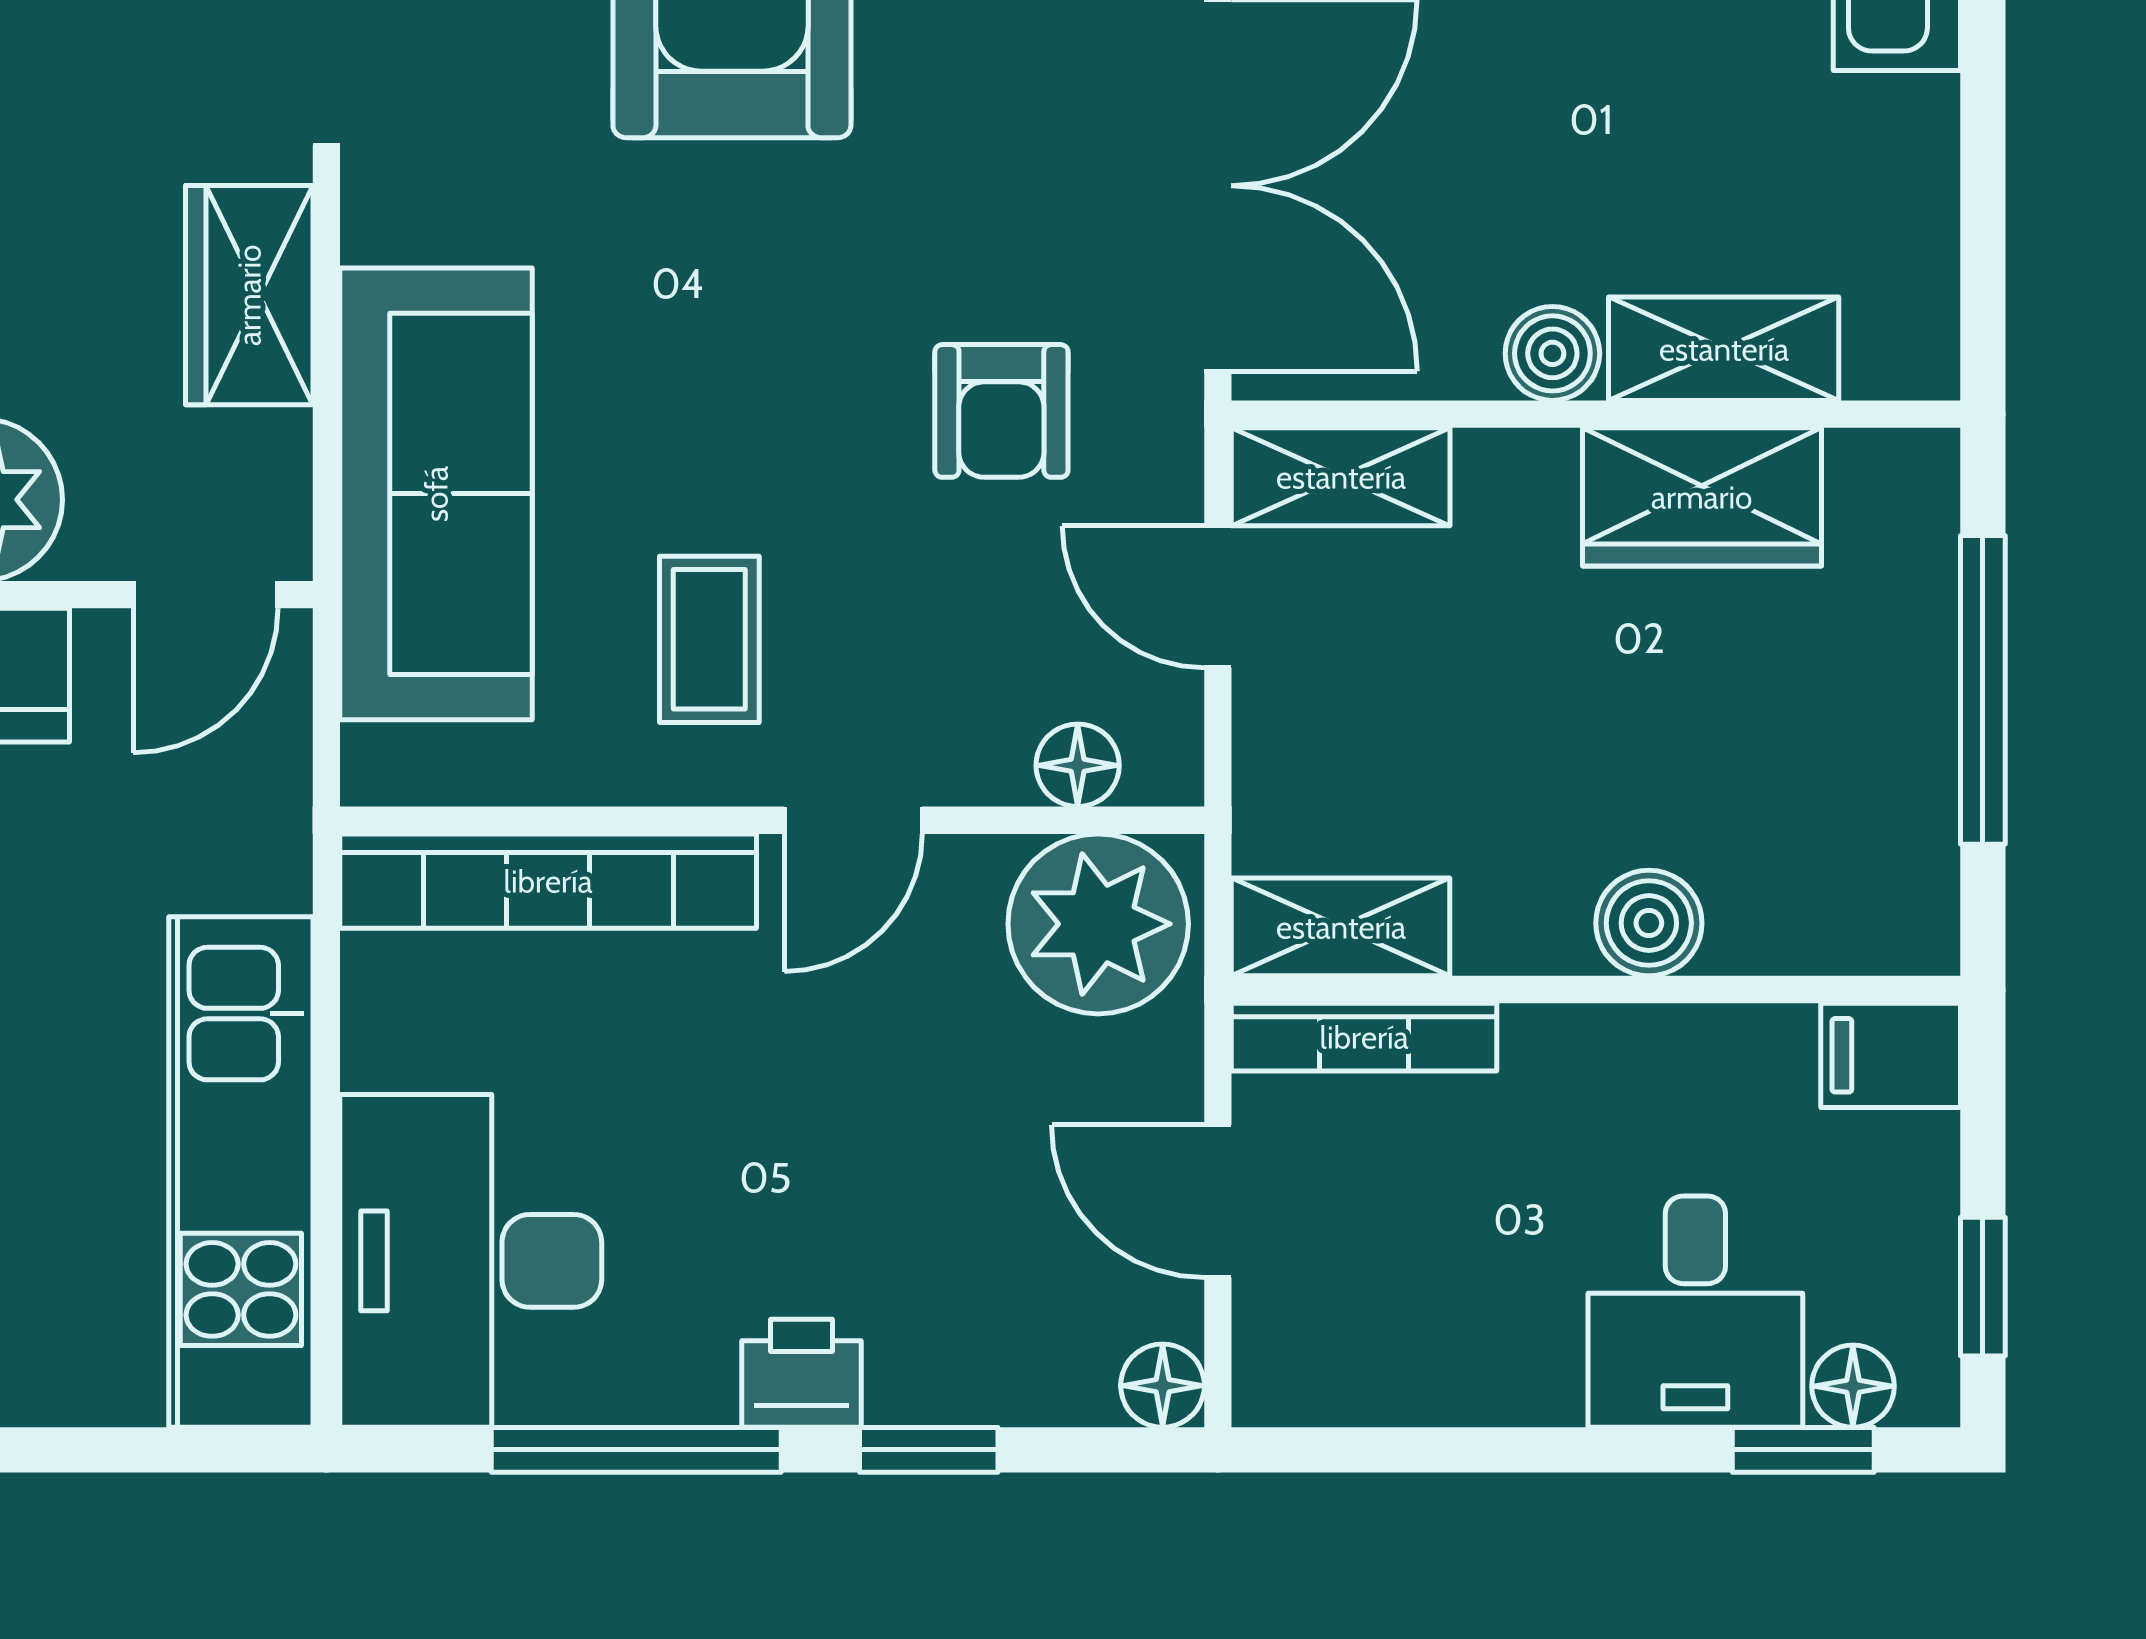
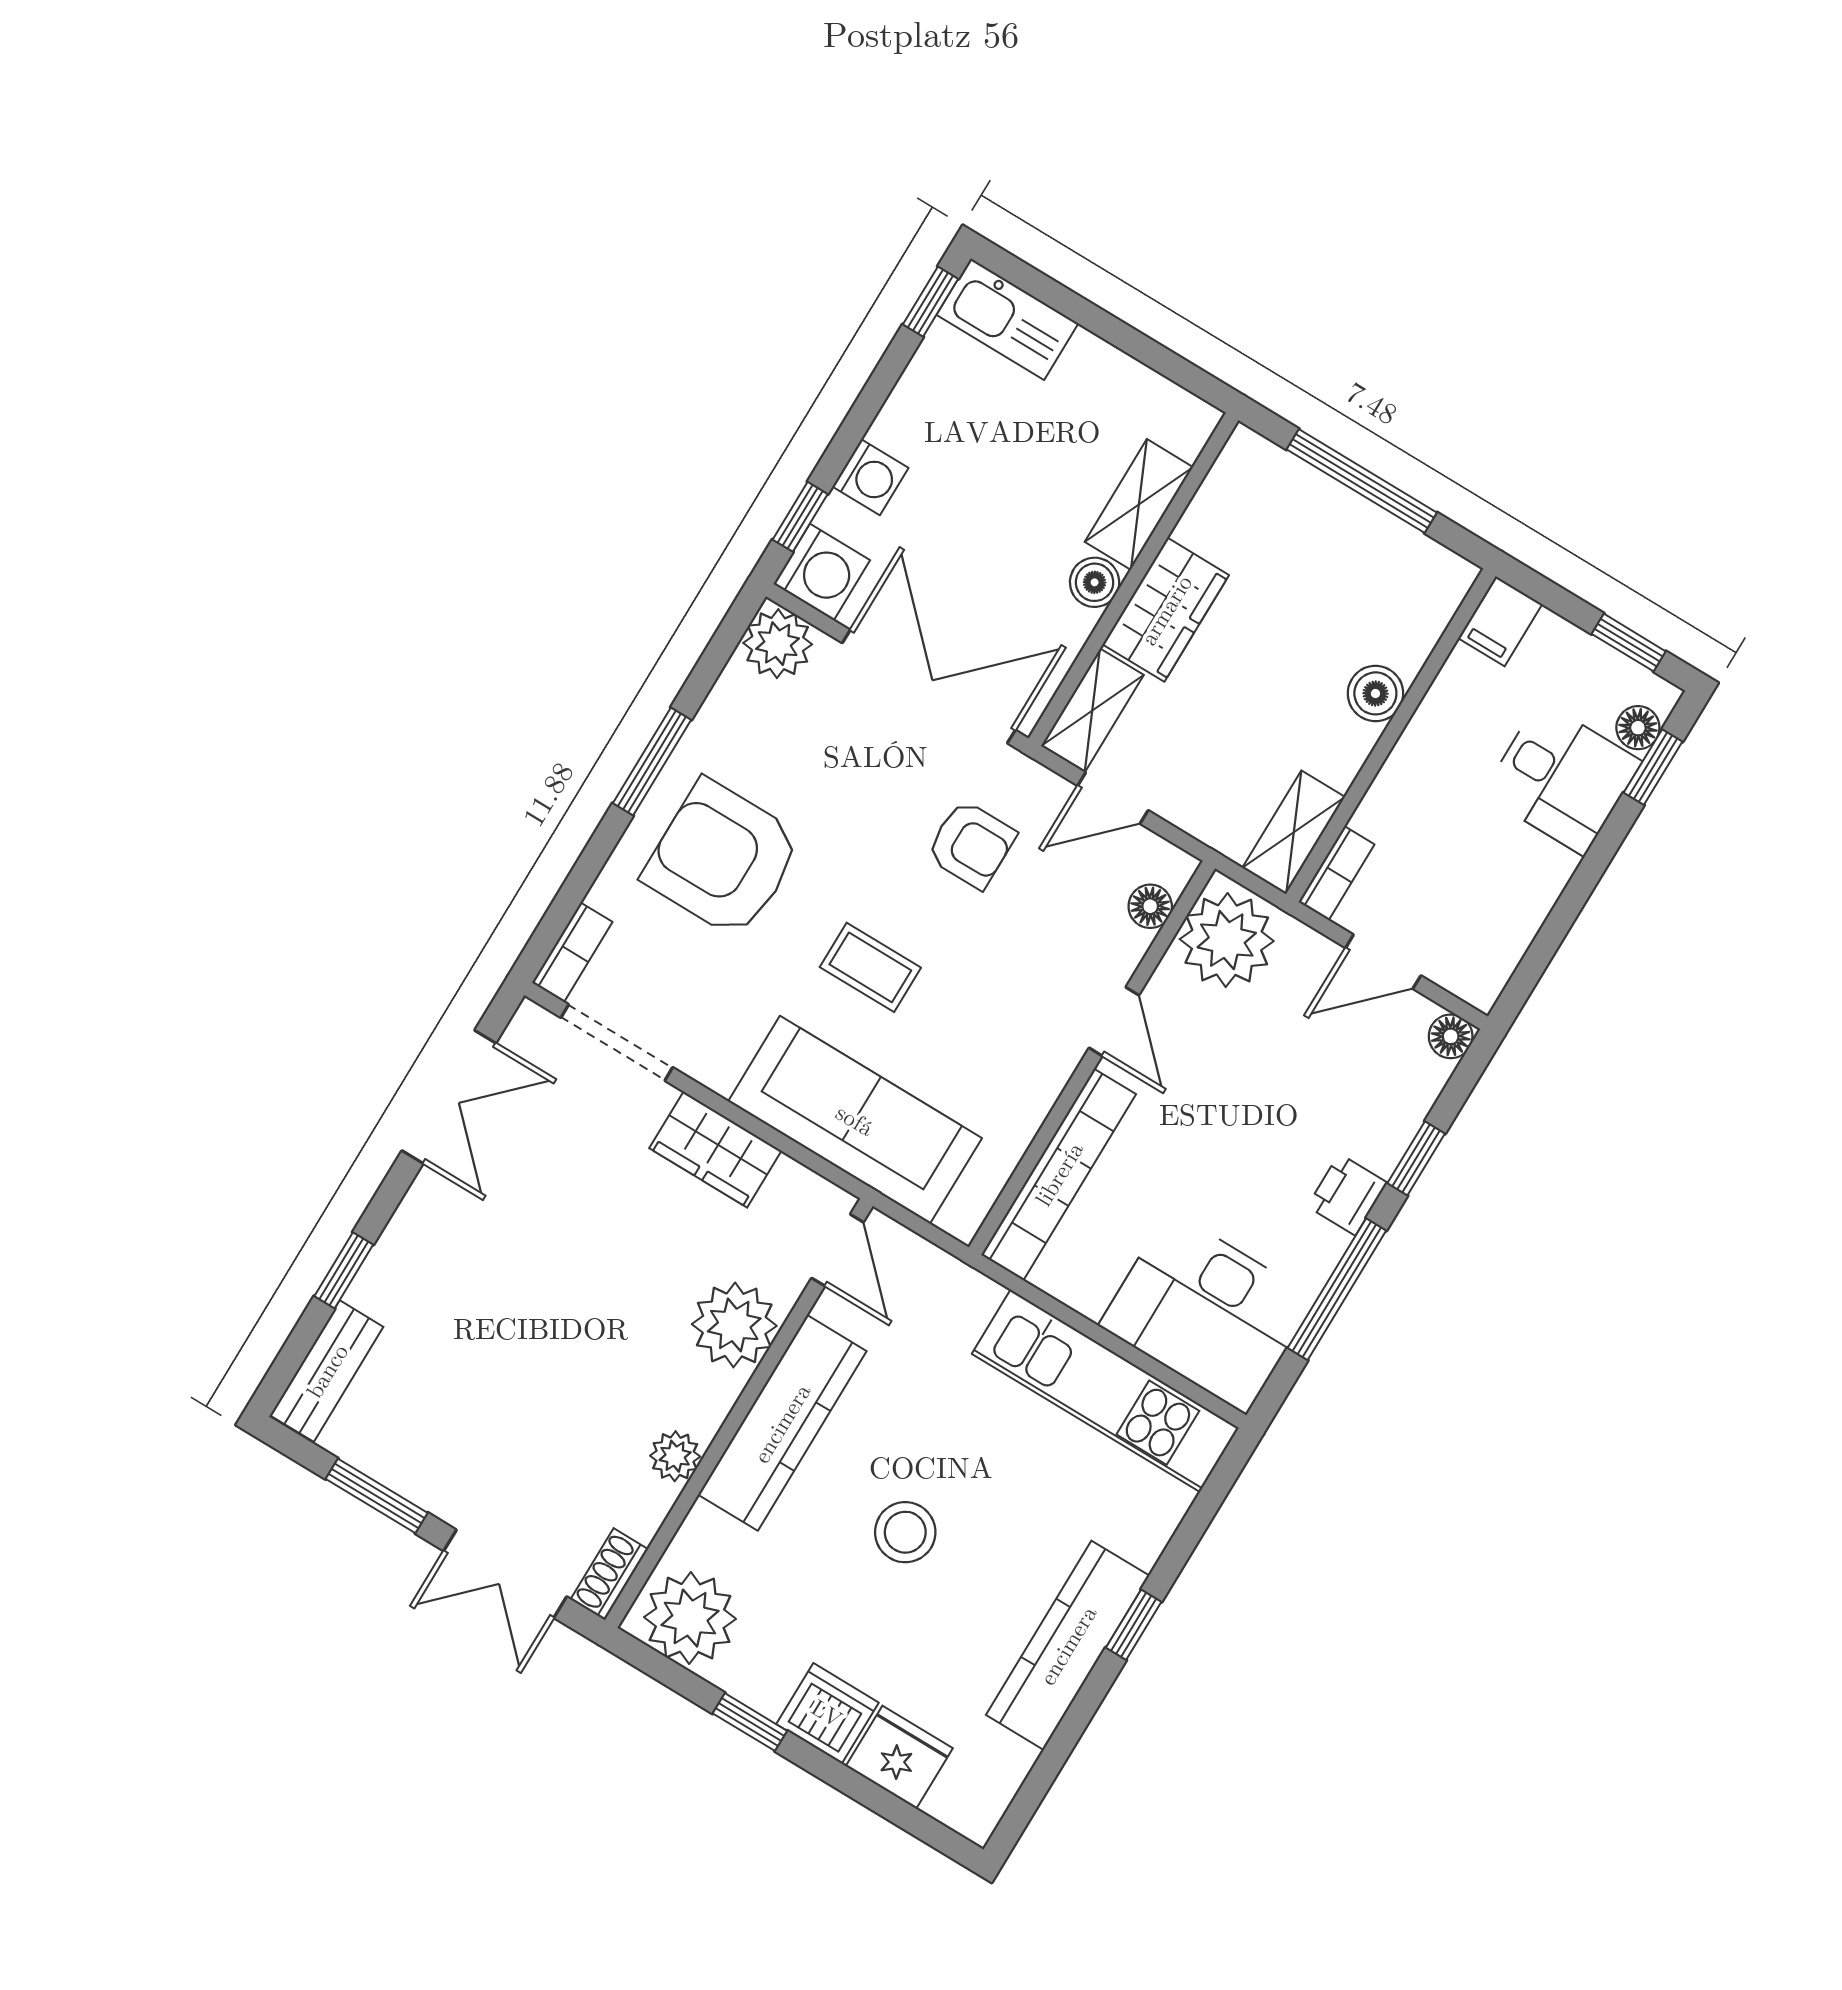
wardrobe: (1702, 497) -> (1166, 610), moved
coffee table: (709, 639) -> (870, 967), moved
bookcase: (1364, 1037) -> (1336, 873), width x0.64

